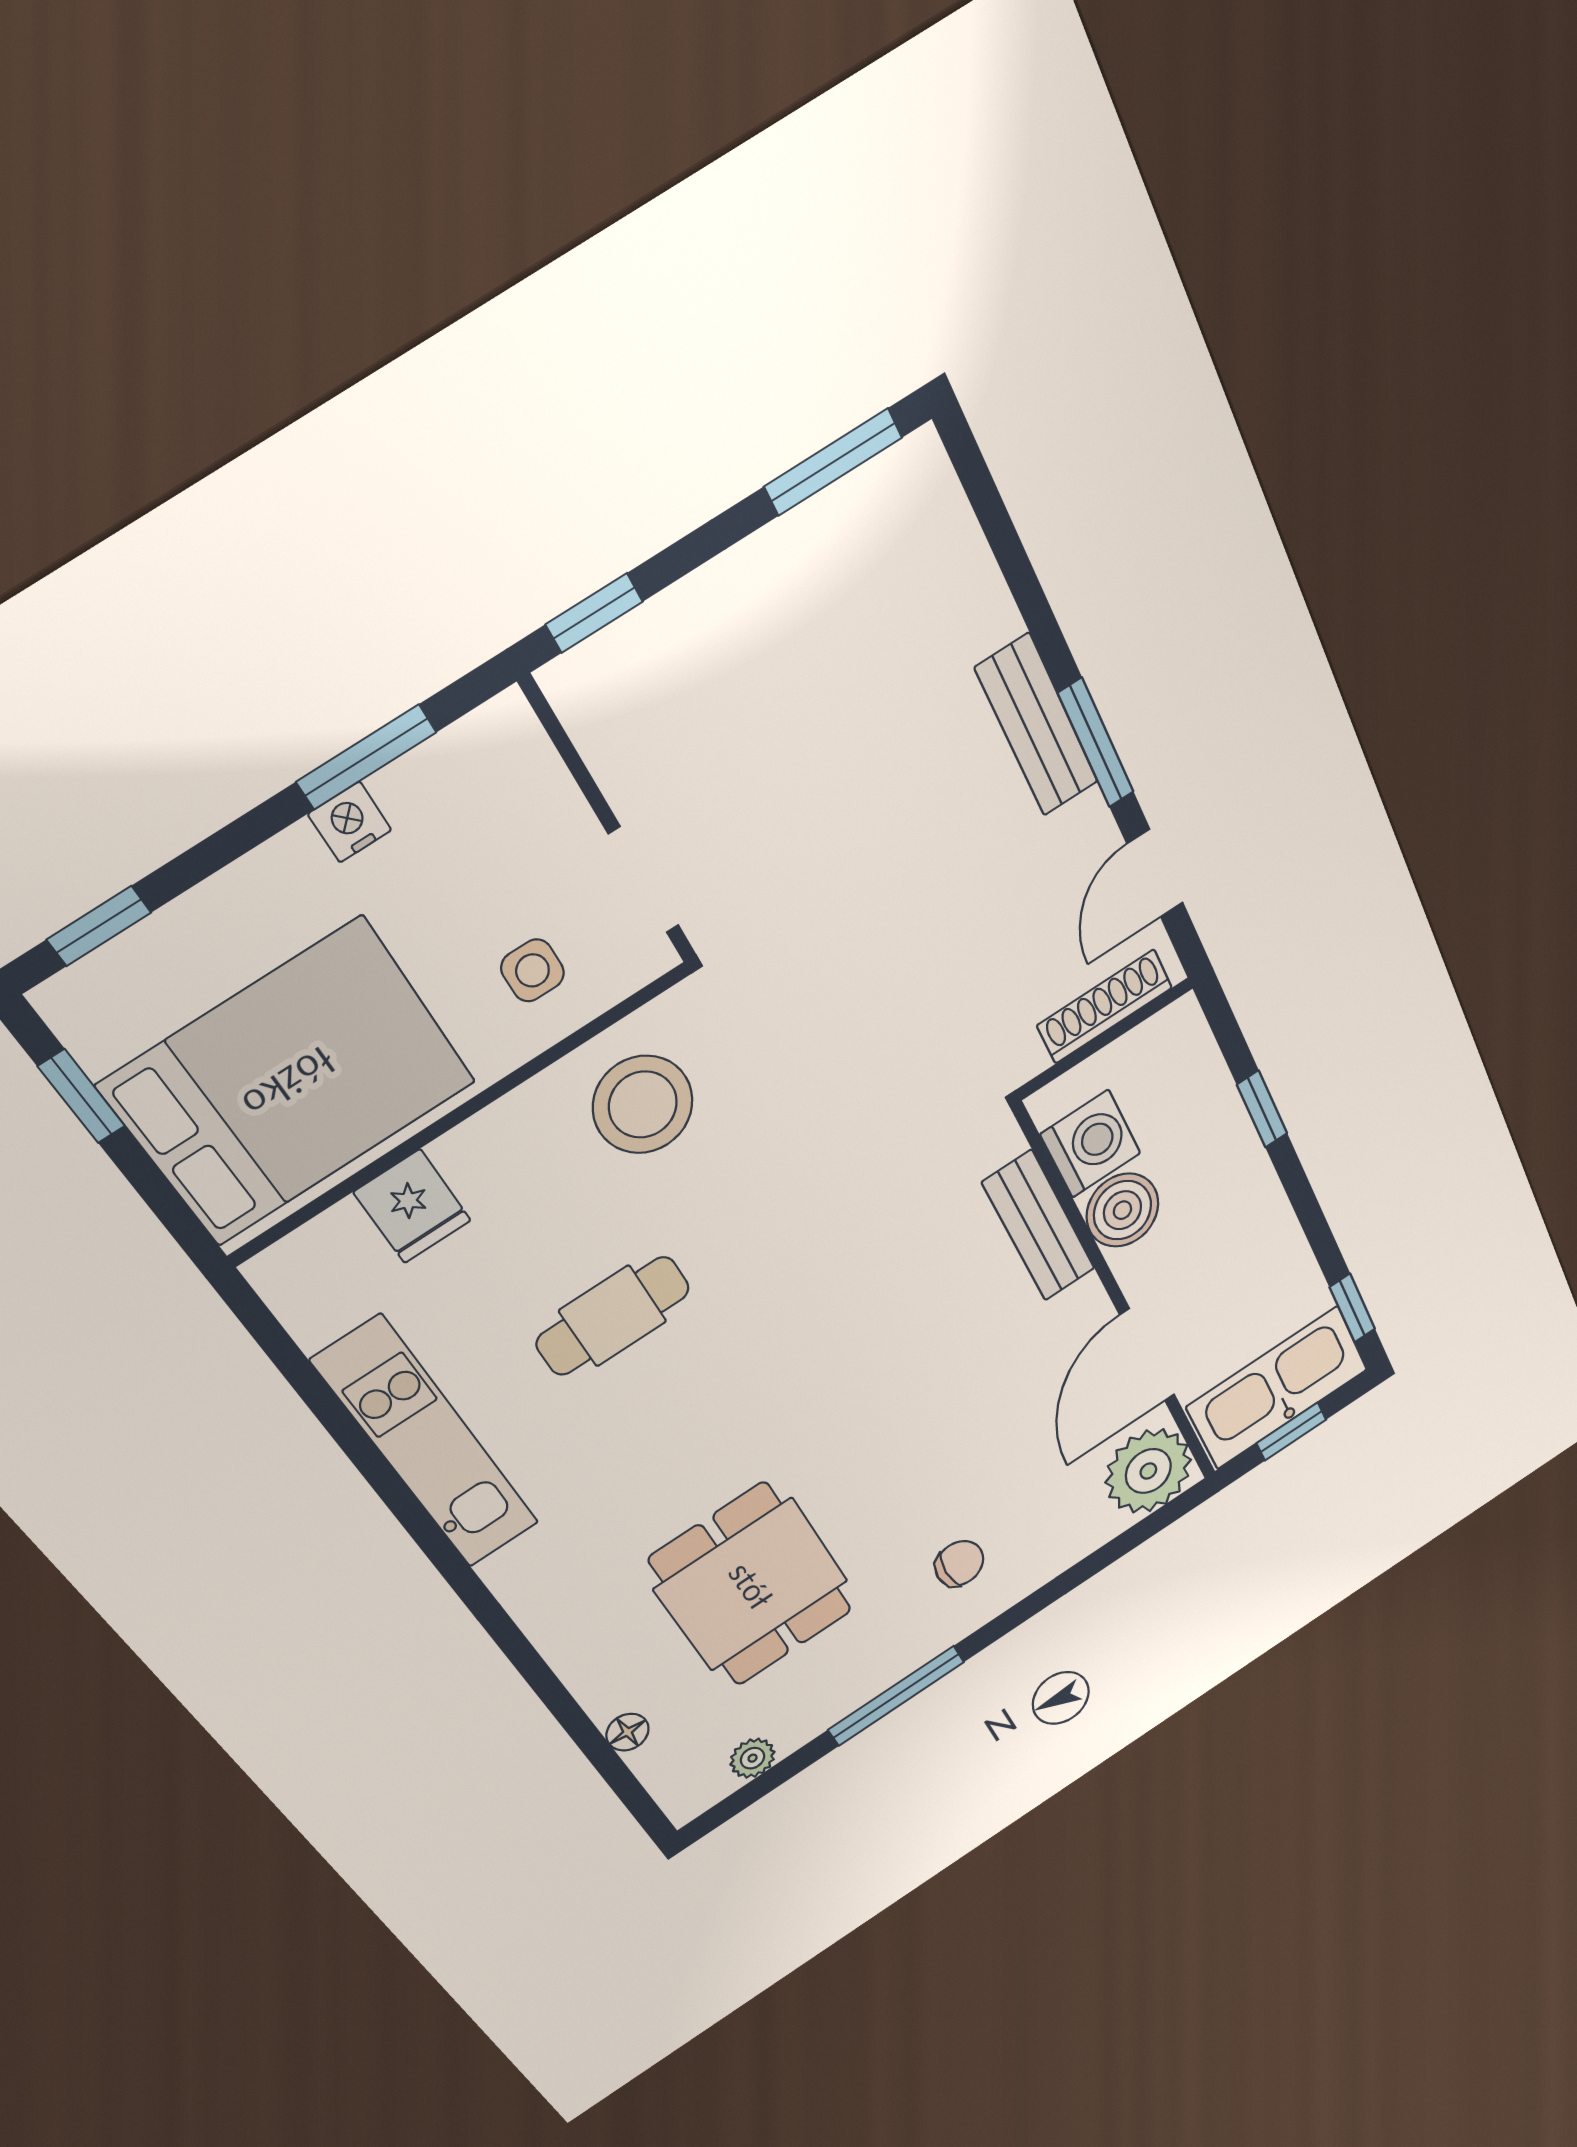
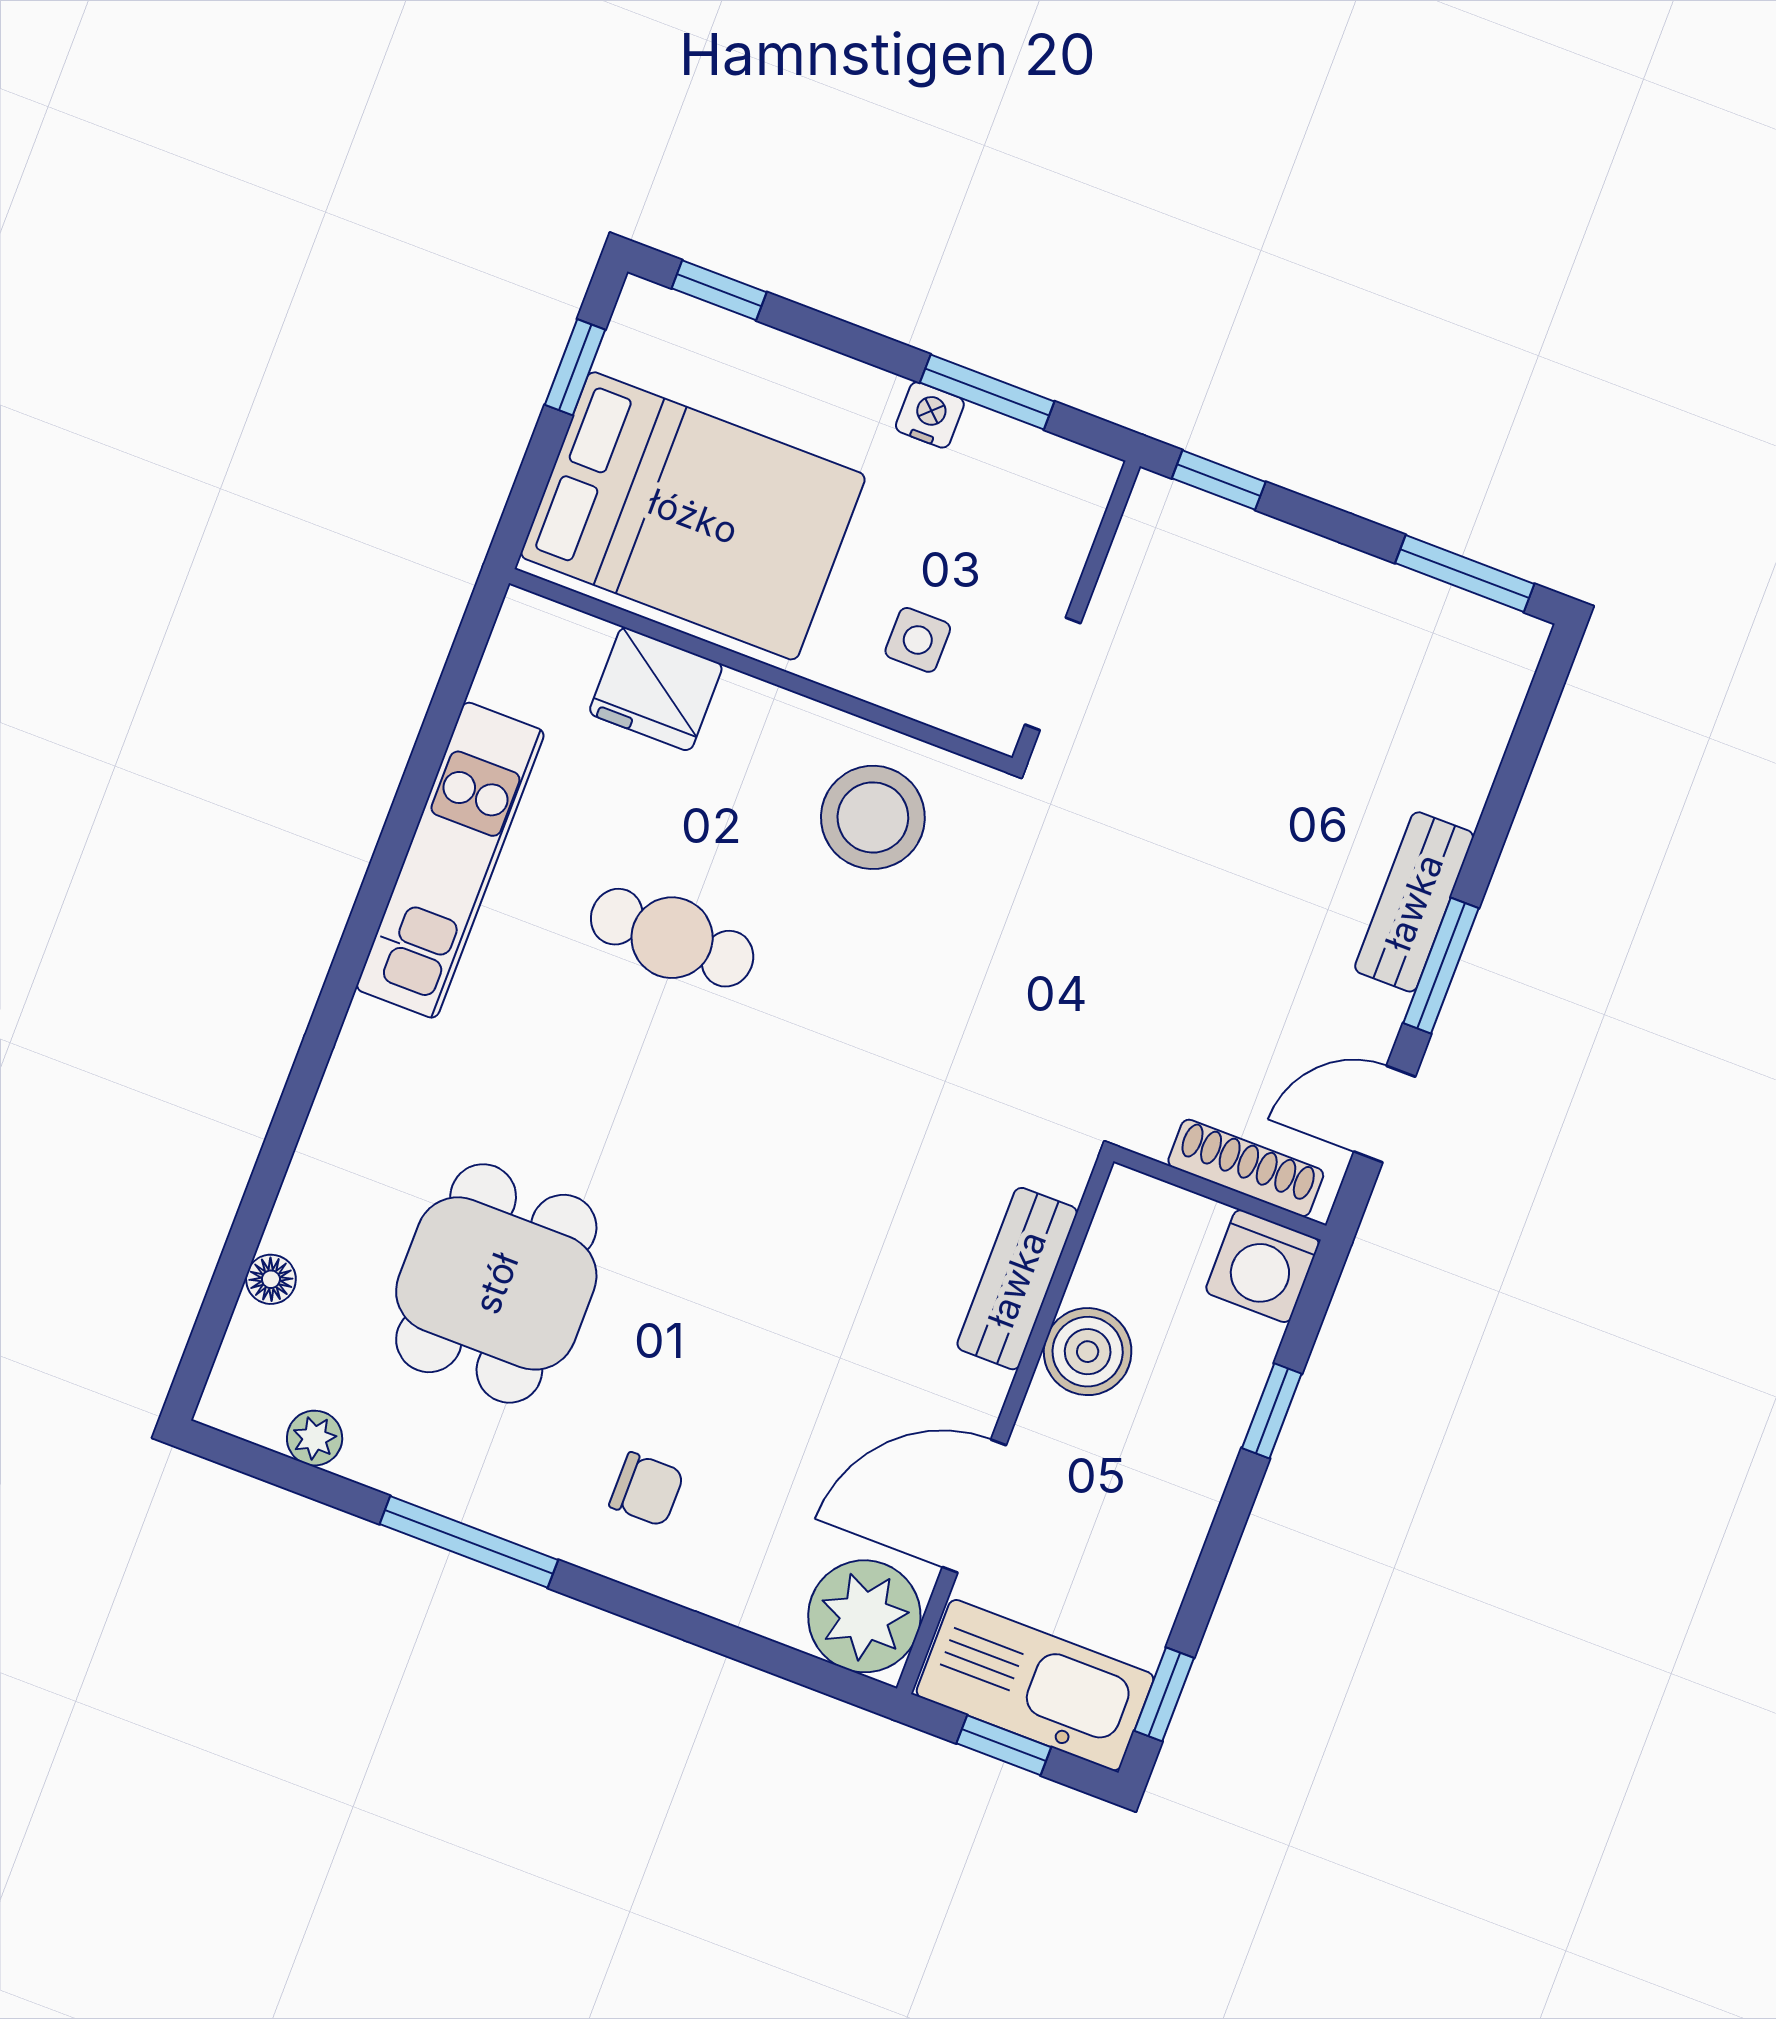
washing machine: (1090, 1144) -> (1263, 1266), moved, turned 90
fridge: (412, 1206) -> (656, 689), width x1.38

